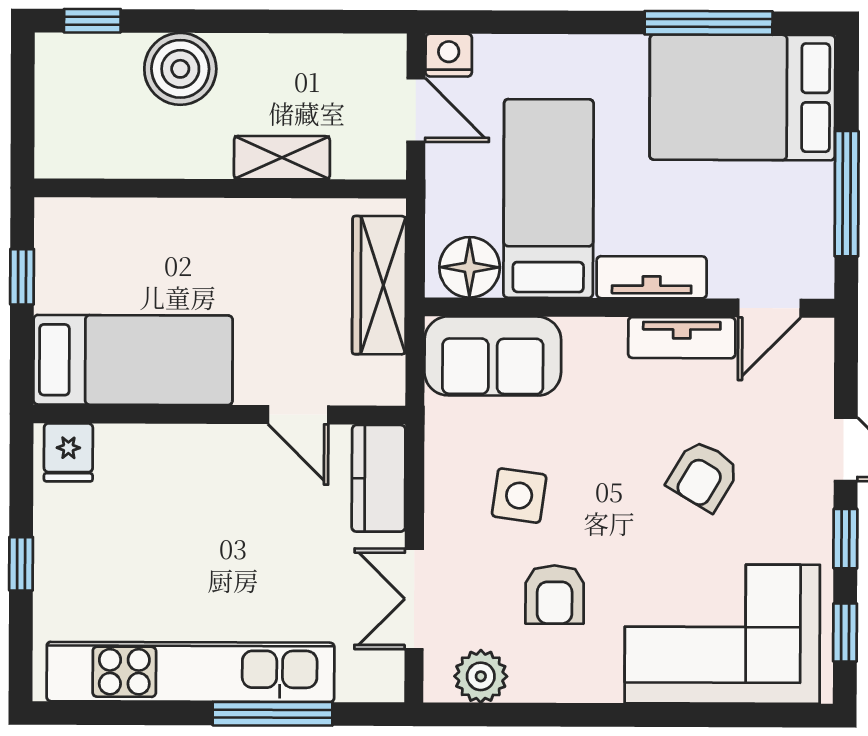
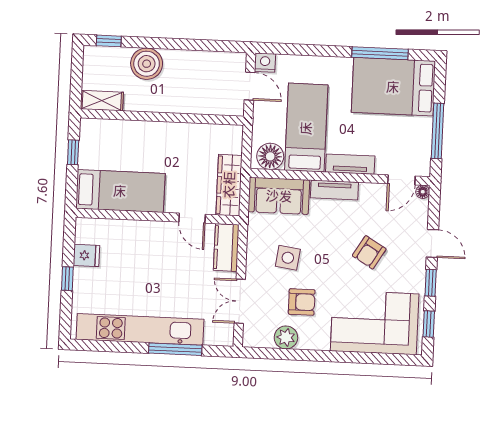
shelving: (282, 158) -> (102, 101), moved
wardrobe: (379, 285) -> (229, 185), moved
floor lamp: (819, 333) -> (423, 192), added
tv unit: (682, 338) -> (334, 190), moved
fridge: (68, 452) -> (86, 255), moved, turned -90
armchair: (555, 595) -> (302, 302), turned -90
plant: (481, 676) -> (286, 337), moved

